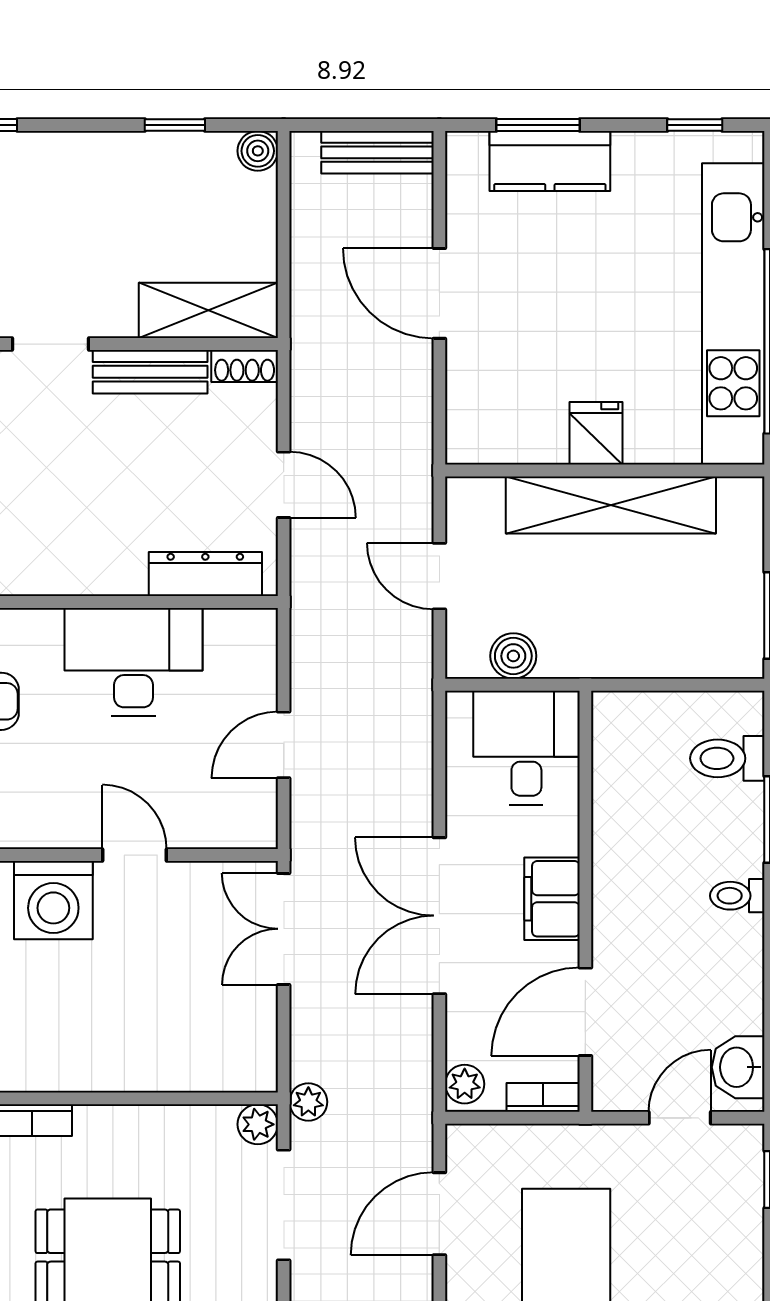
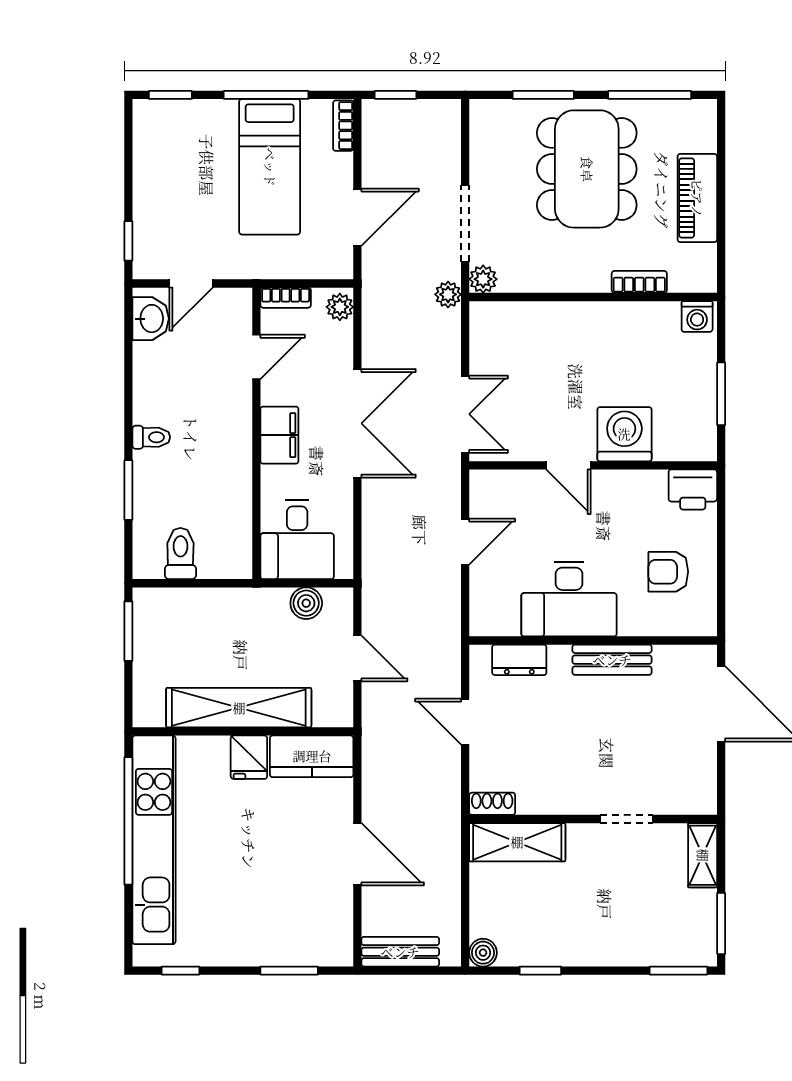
kitchen counter: (550, 161) -> (312, 756), moved, turned 180
bench: (150, 372) -> (612, 660), moved
dresser: (205, 574) -> (519, 660), width x0.70
toilet: (727, 758) -> (180, 554), moved, turned -90
door: (585, 1012) -> (256, 357), width x0.73

